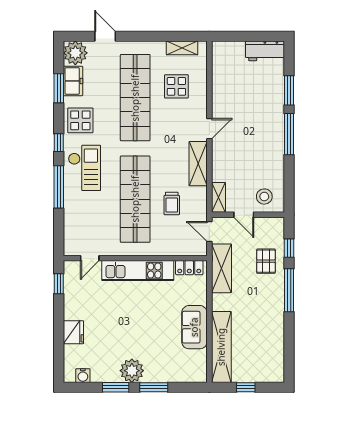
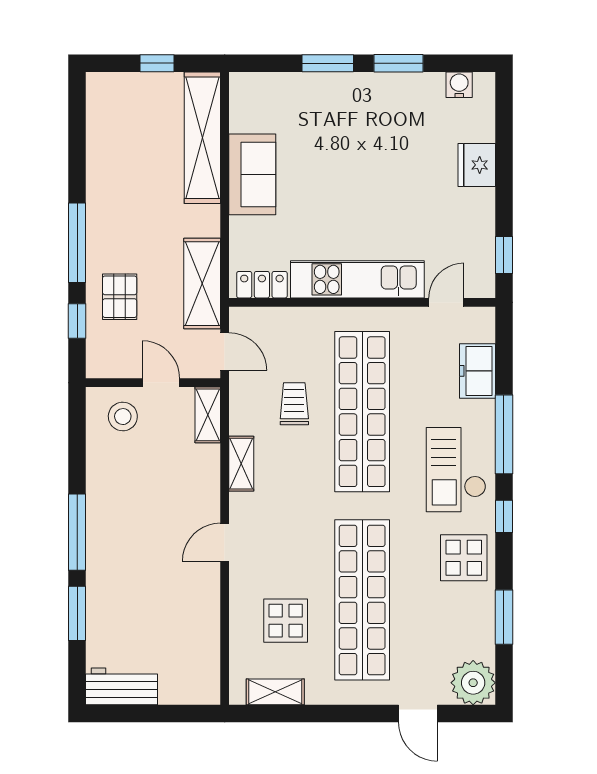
freezer: (73, 81) -> (478, 371), moved
shelving: (198, 164) -> (241, 464), width x0.67, depth x0.75
plant: (132, 371) -> (368, 94), removed

